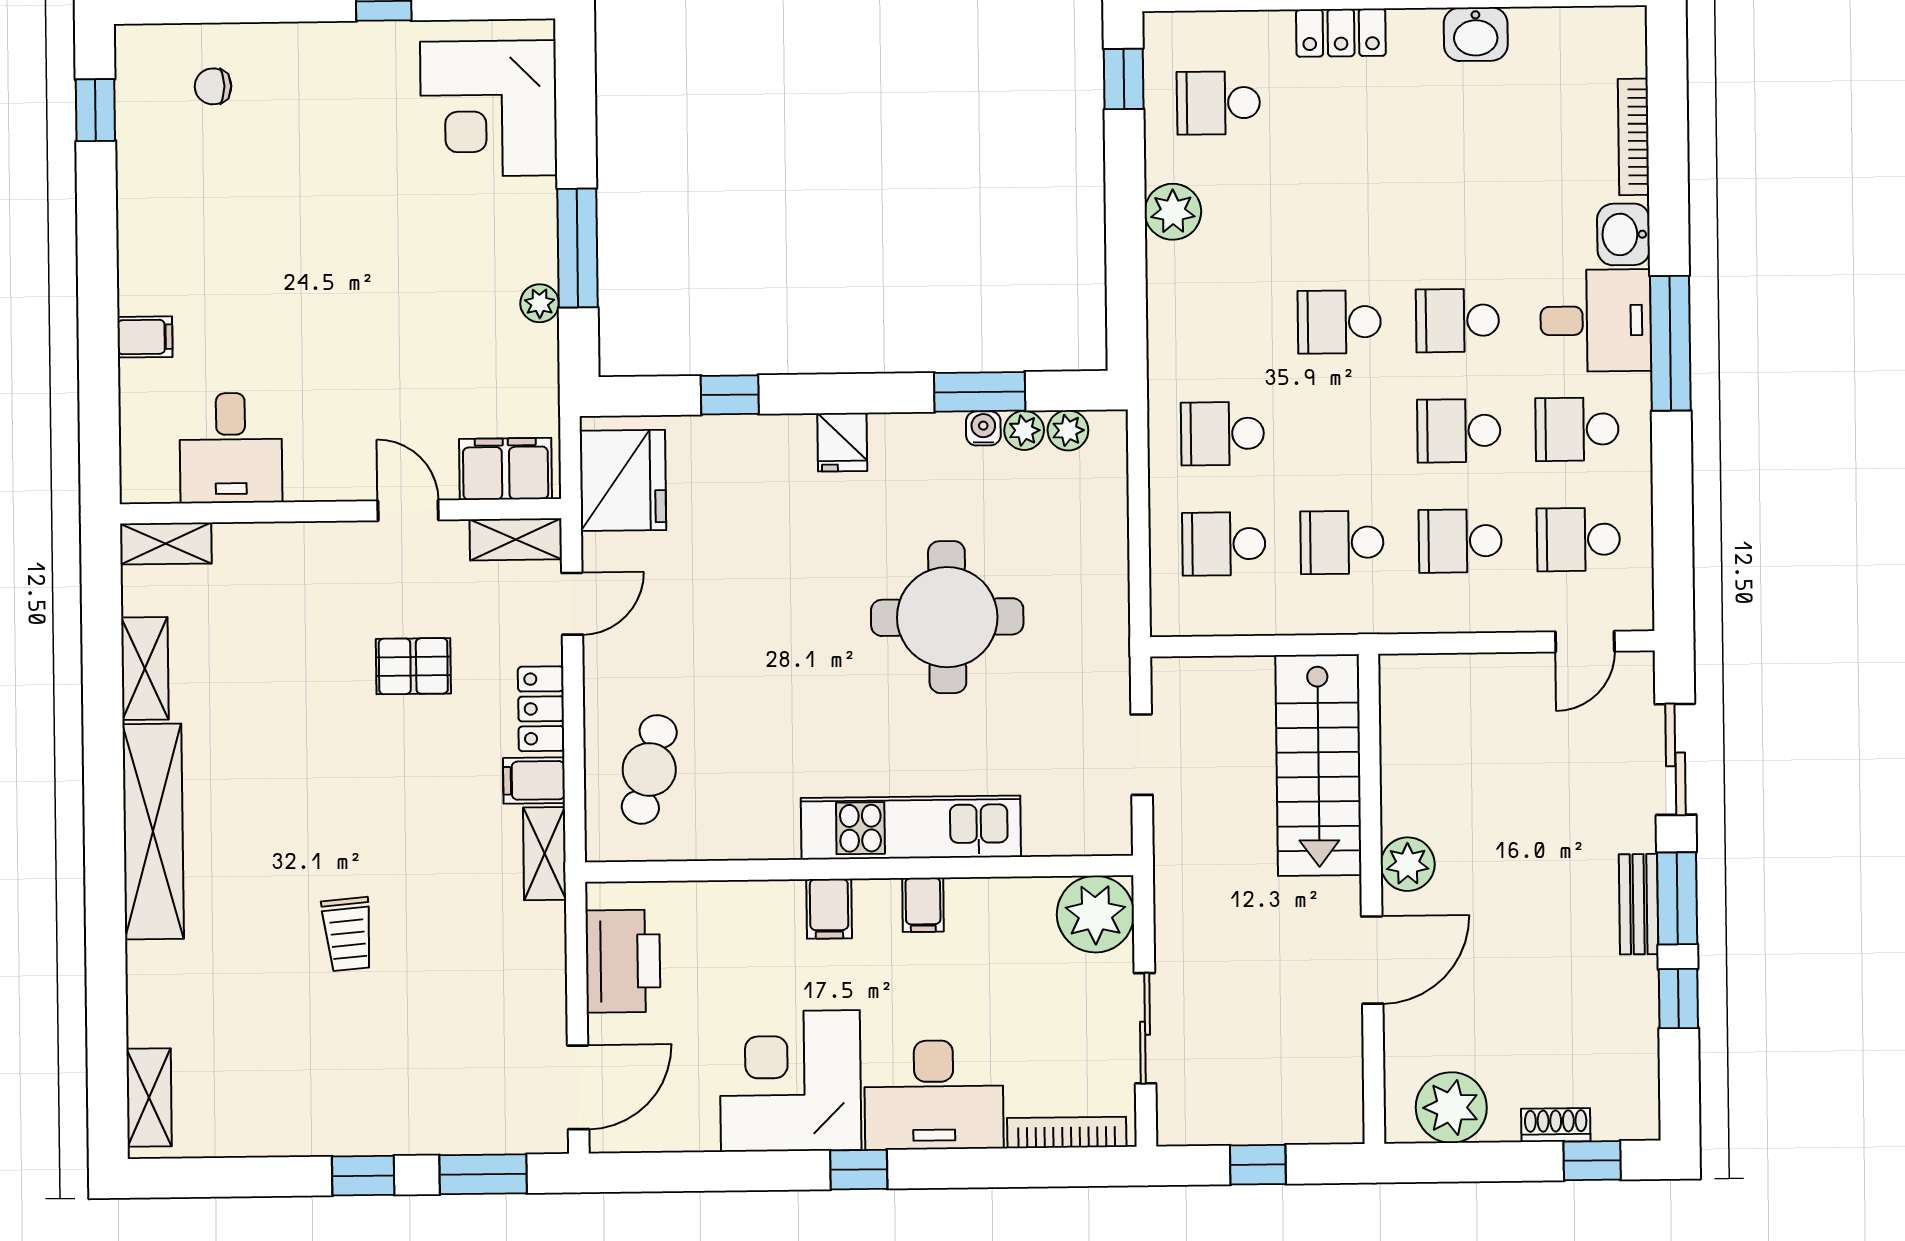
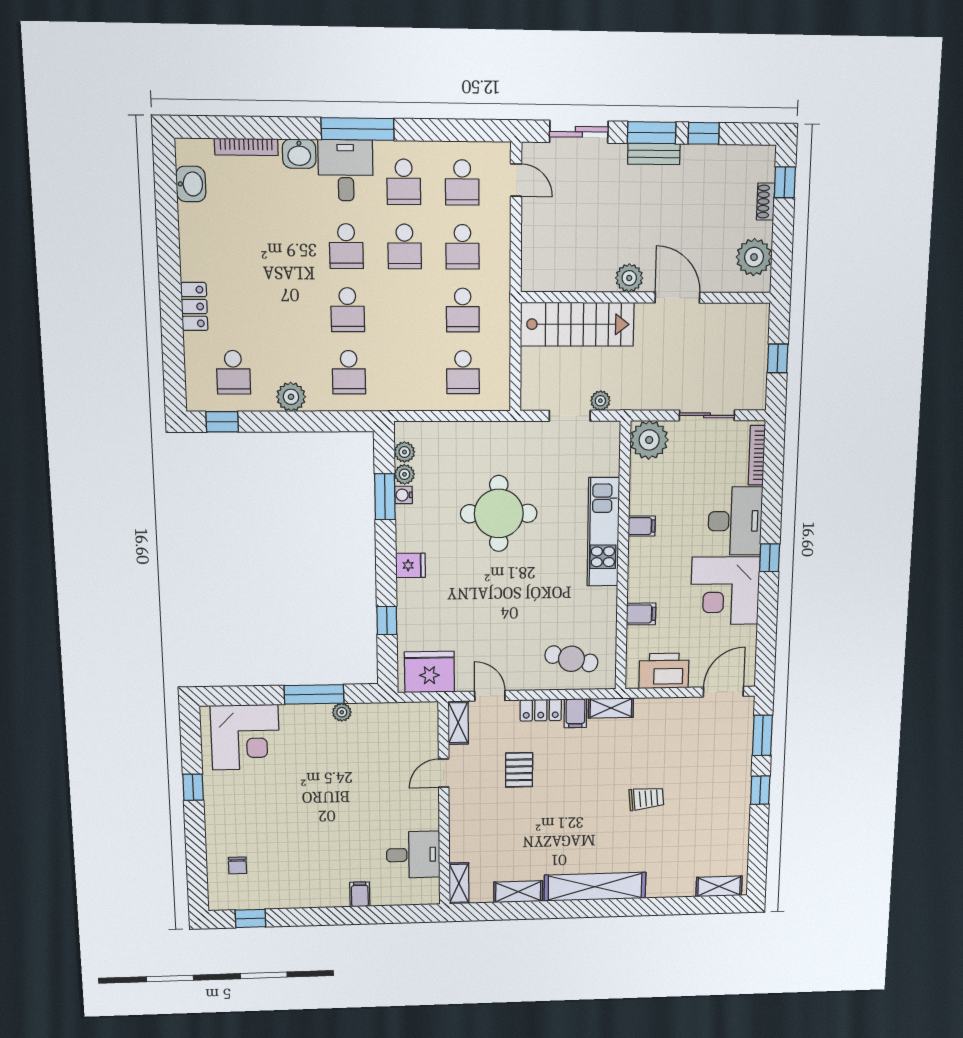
washbasin: (1476, 34) -> (191, 184), moved
school desk: (1222, 434) -> (349, 372), moved
filing cabinet: (506, 469) -> (424, 728), removed
plant: (1172, 814) -> (600, 401), added
filing cabinet: (829, 909) -> (641, 614), moved
door: (578, 1087) -> (723, 692), hinge flipped

